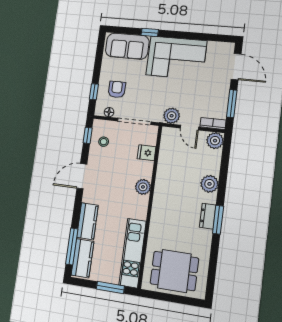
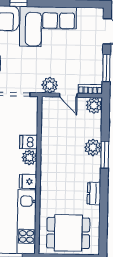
fridge: (147, 153) -> (28, 181), moved
dishwasher: (144, 171) -> (28, 142), added
dresser: (208, 216) -> (94, 194), moved
window: (218, 220) -> (105, 155), moved

